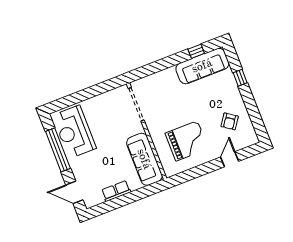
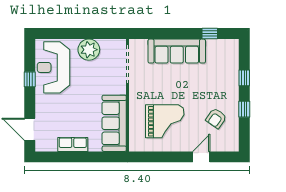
sofa: (202, 66) -> (177, 51), moved
window: (250, 104) -> (244, 109), added
plant: (98, 105) -> (89, 50), added
window: (58, 150) -> (30, 79), width x0.32

